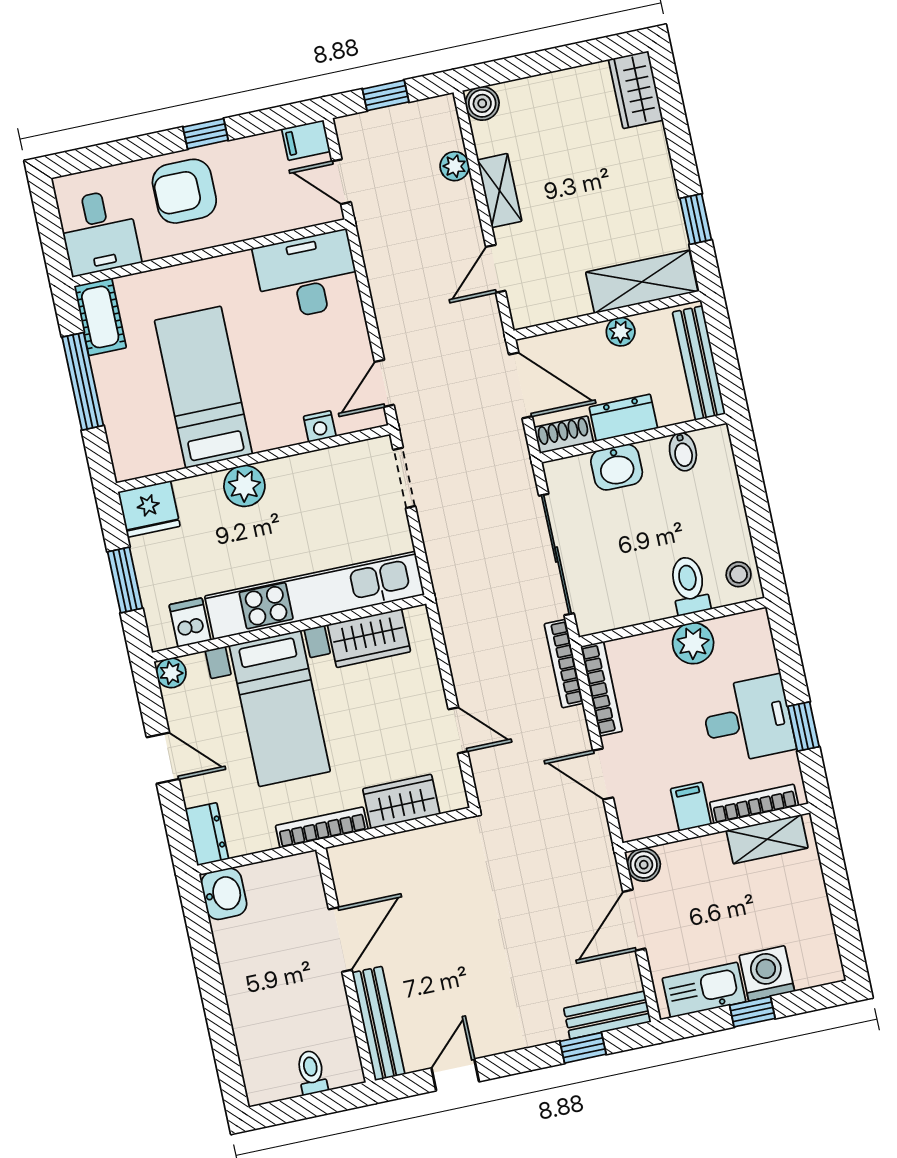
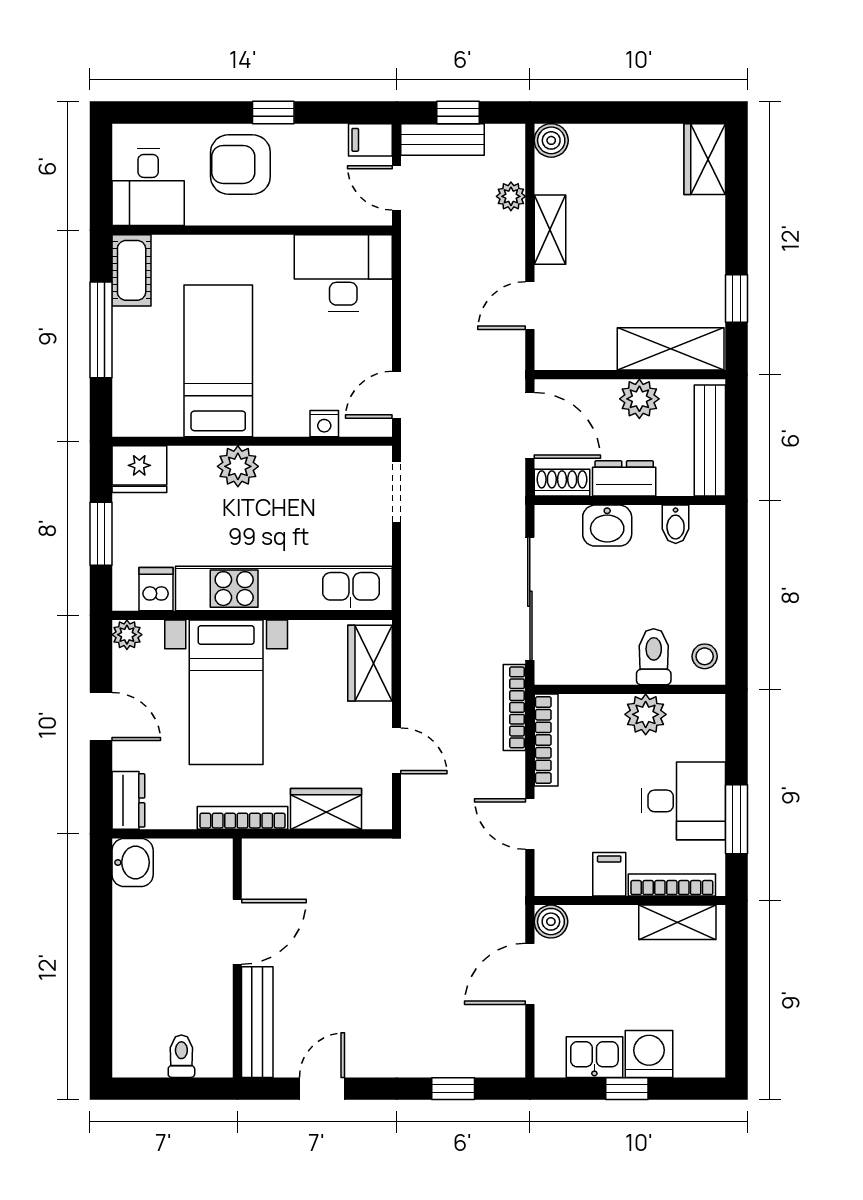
plant: (621, 332) -> (639, 399), width x1.38, depth x1.38
wardrobe: (369, 638) -> (370, 663), moved, turned 90
window: (803, 727) -> (737, 819), width x1.50
kitchen sink: (704, 990) -> (594, 1057), width x0.73
bench: (607, 1015) -> (443, 139), moved

